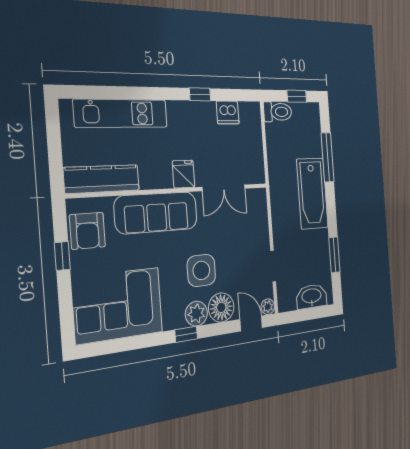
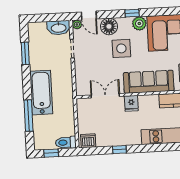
dishwasher: (228, 112) -> (88, 141), moved
washbasin: (312, 296) -> (59, 28), moved
plant: (196, 314) -> (139, 23), moved

